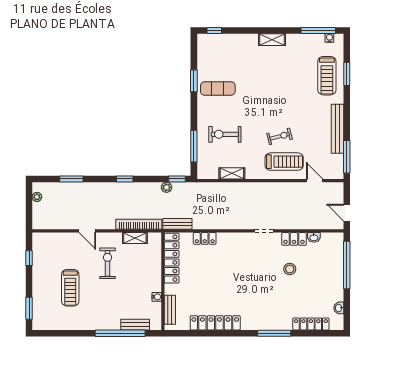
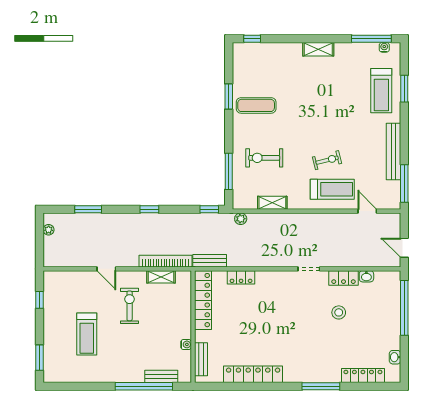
plant: (166, 187) -> (241, 219), moved

